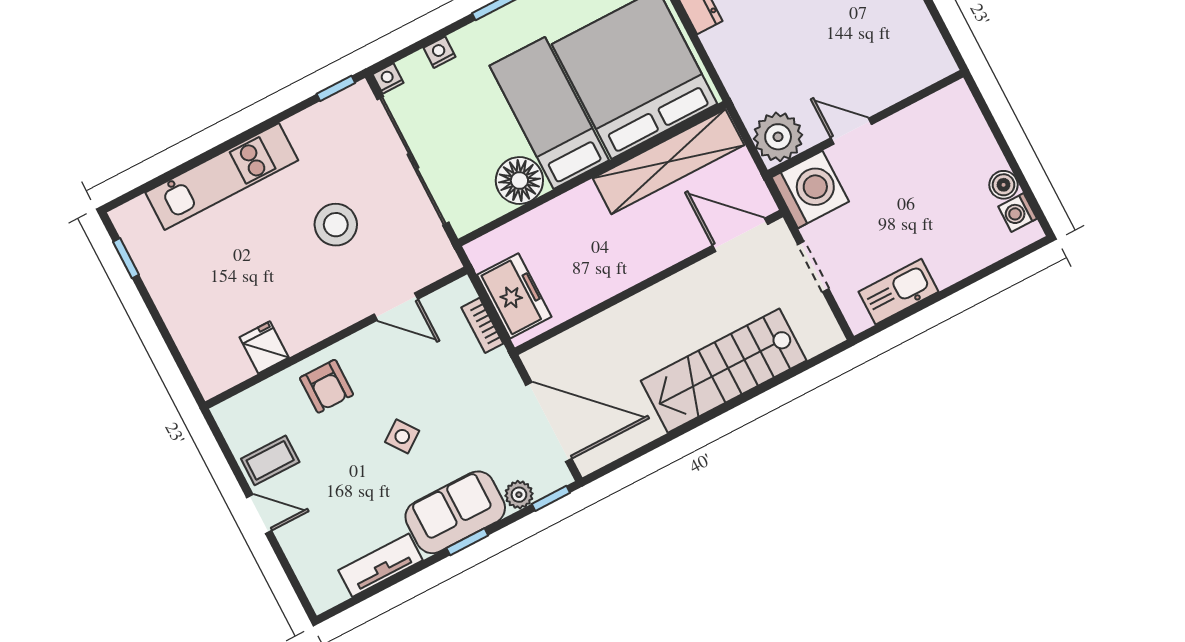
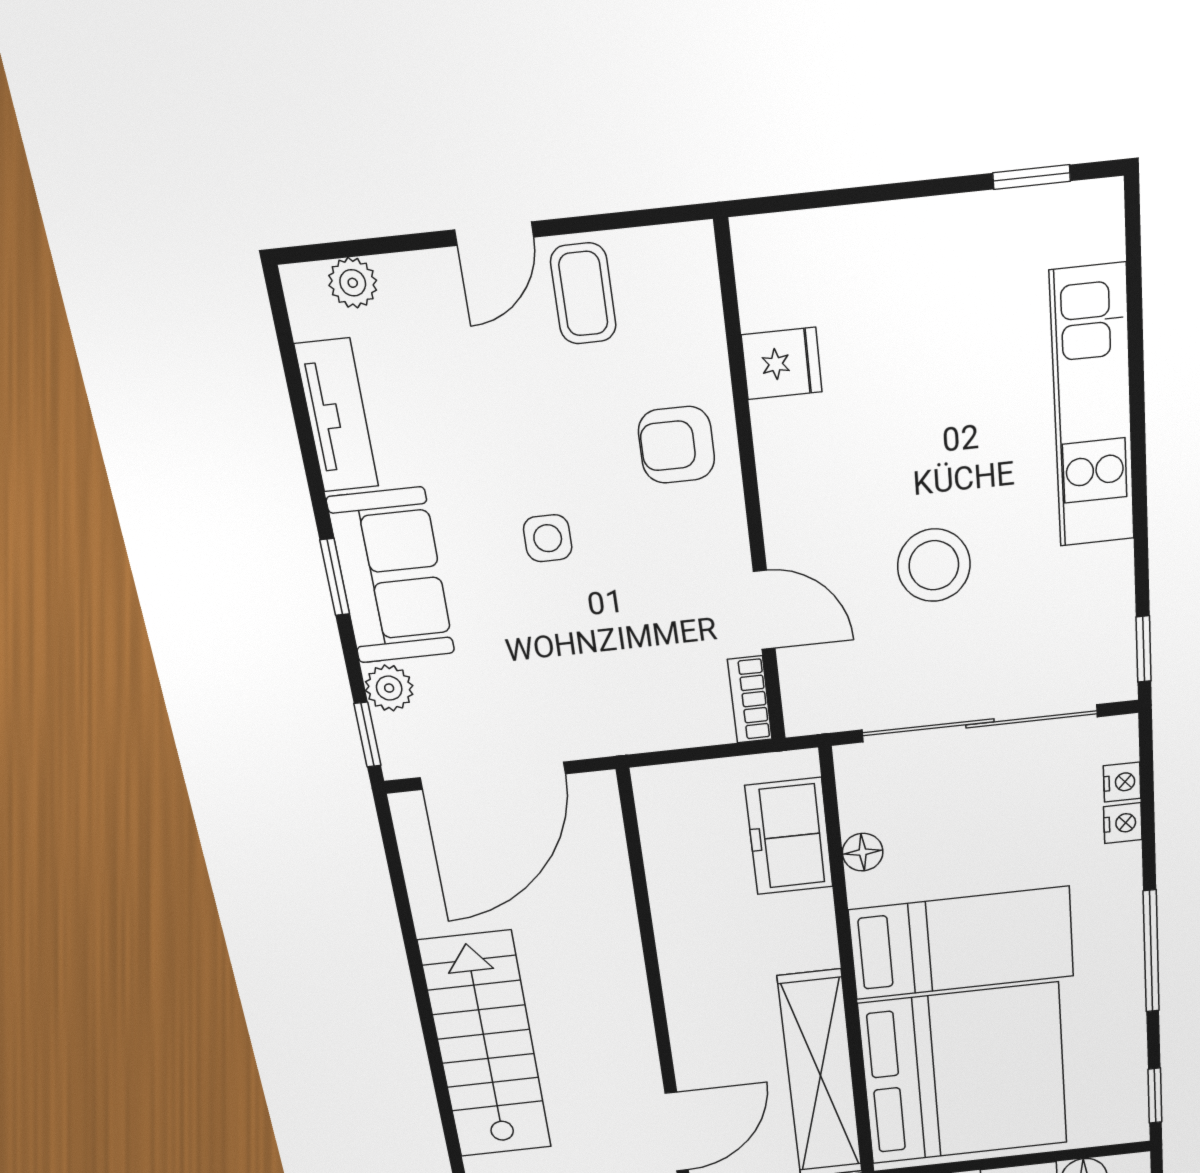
nightstand: (388, 79) -> (1122, 782), moved
floor lamp: (519, 180) -> (863, 852), width x0.53, depth x0.53
freezer: (514, 296) -> (789, 836), moved, turned 90
door: (396, 307) -> (764, 610), swing flipped
bookcase: (482, 325) -> (750, 700), moved, turned -90
side table: (402, 436) -> (548, 538), turned 36
plant: (311, 576) -> (353, 283), added

